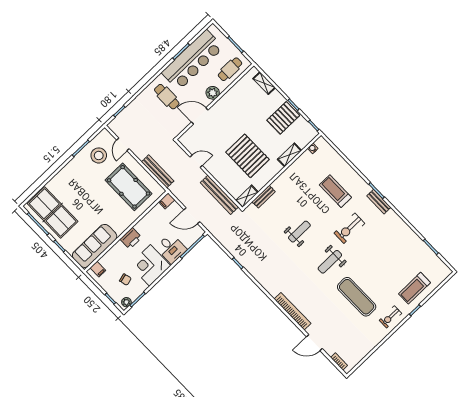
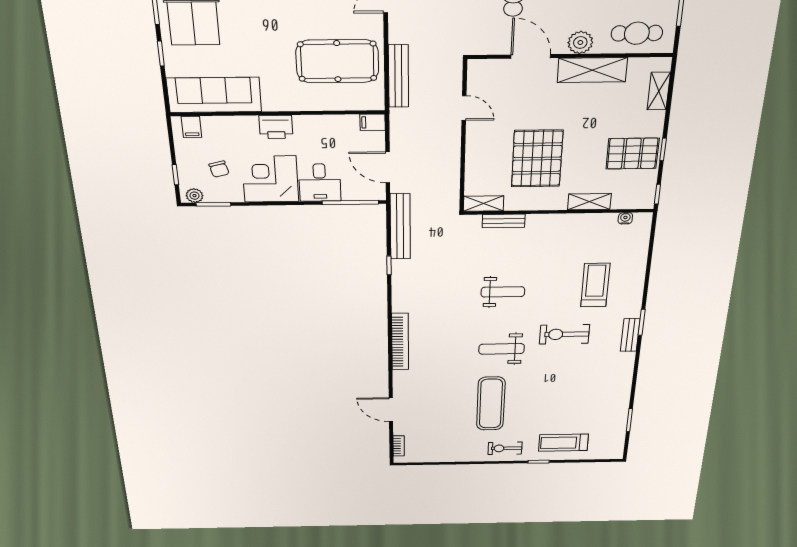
shelving: (229, 99) -> (592, 70), added
pool table: (129, 187) -> (337, 61), turned 90
bench: (219, 195) -> (400, 227), moved
bookcase: (292, 311) -> (400, 342), moved

